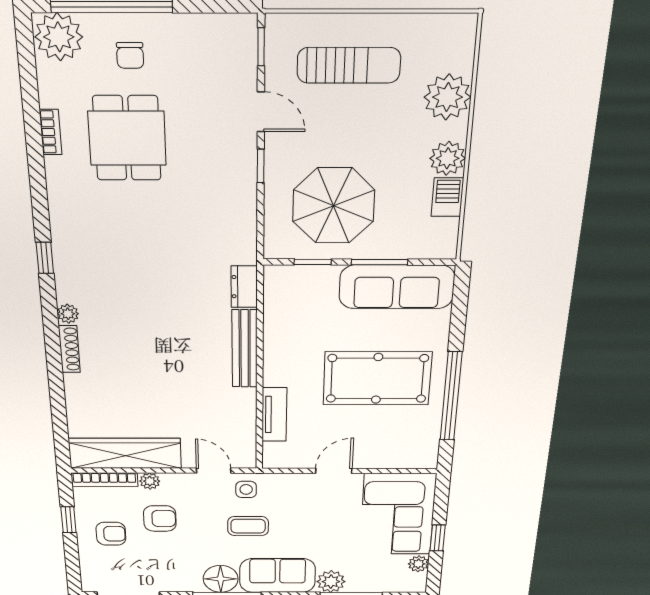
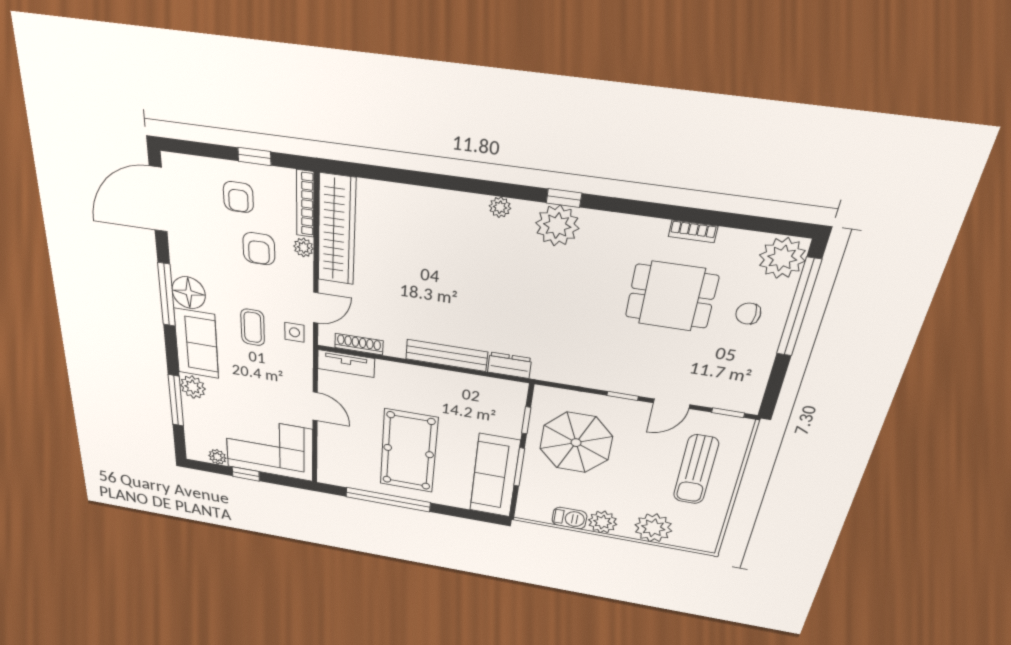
plant: (75, 260) -> (557, 226), added
shoe rack: (69, 349) -> (359, 344), moved, turned 180
tv unit: (274, 415) -> (346, 364), moved

